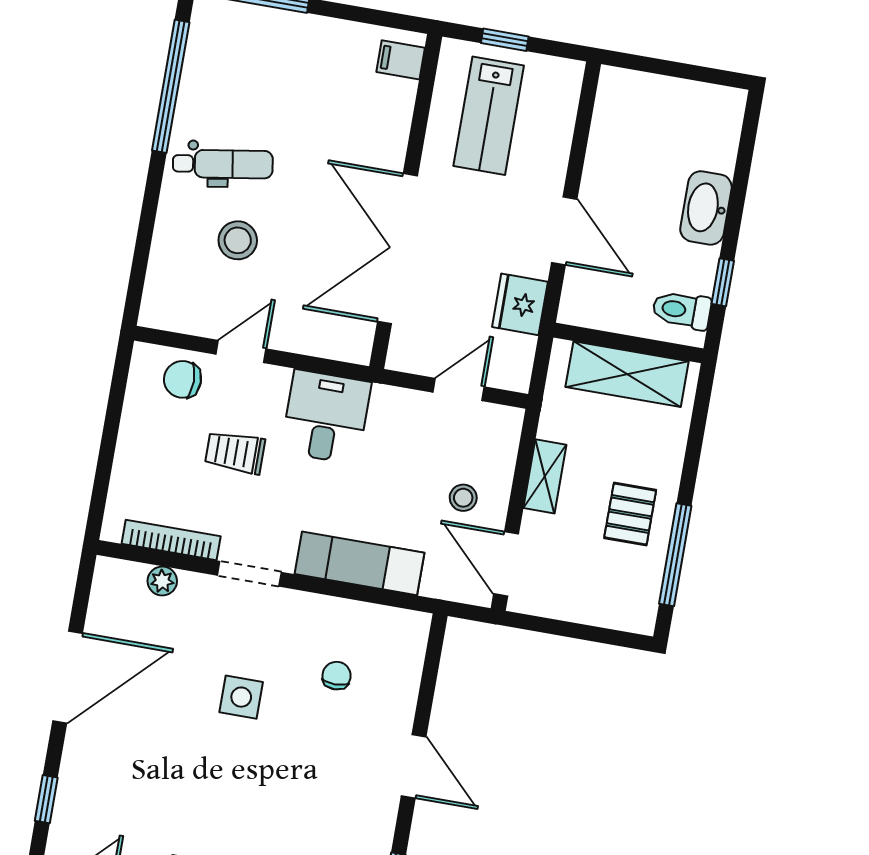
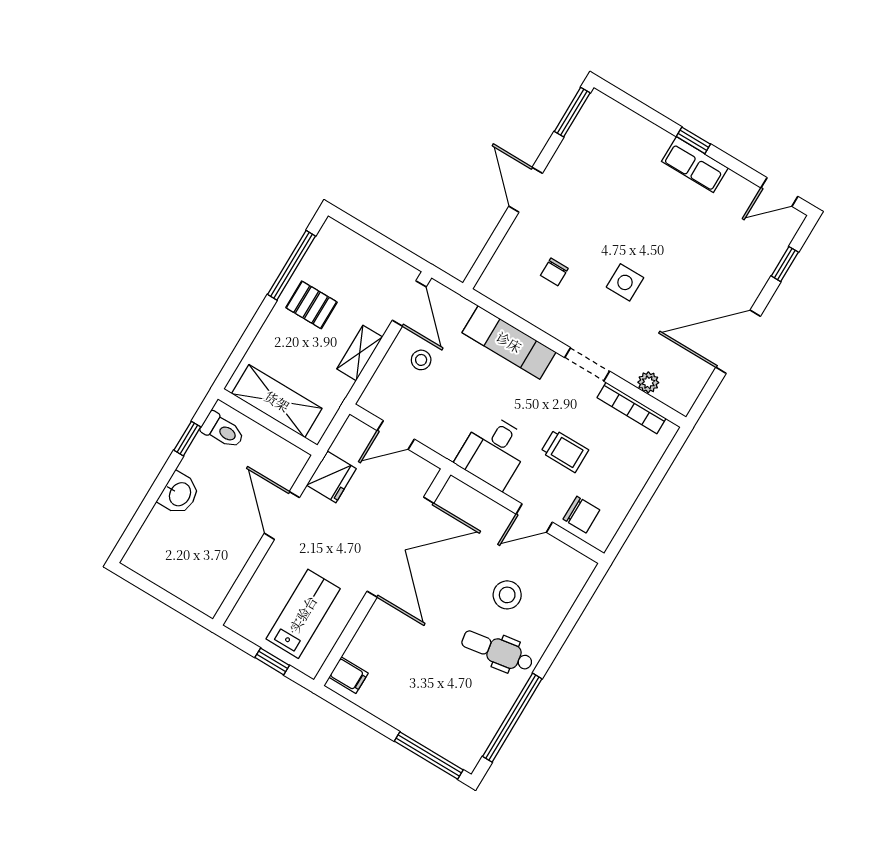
washbasin: (706, 208) -> (179, 494), width x0.72
pallet: (630, 514) -> (311, 305), turned 90

